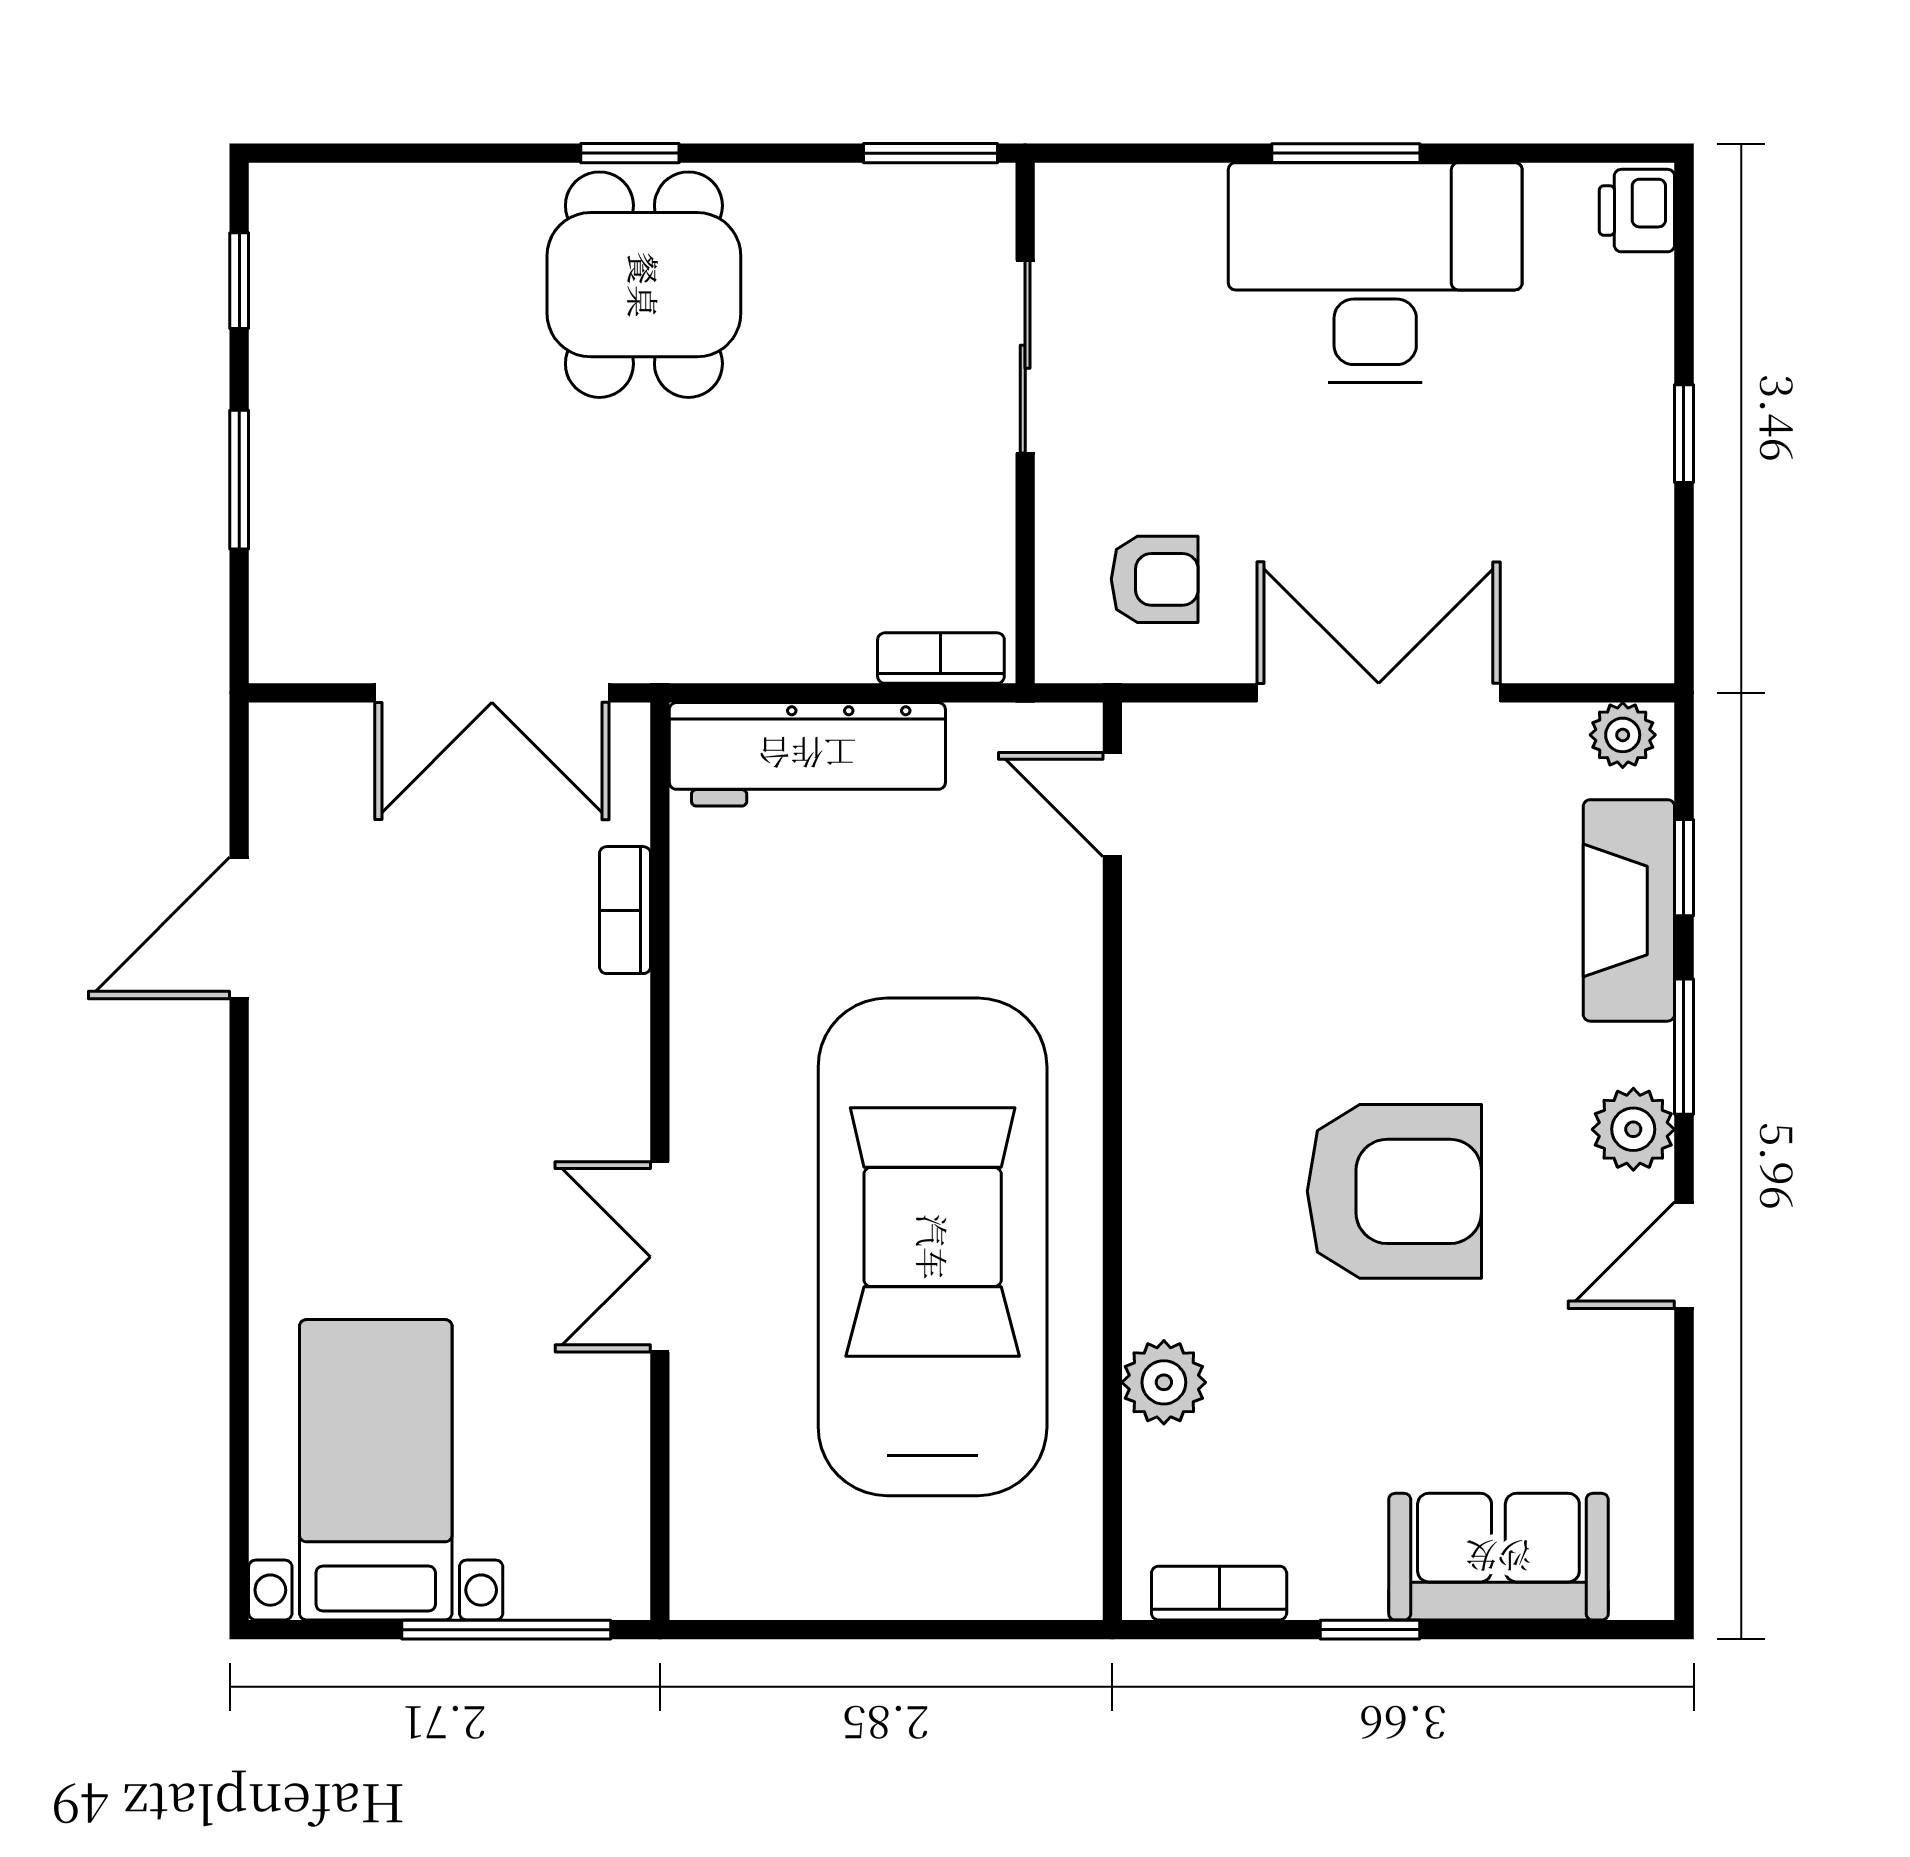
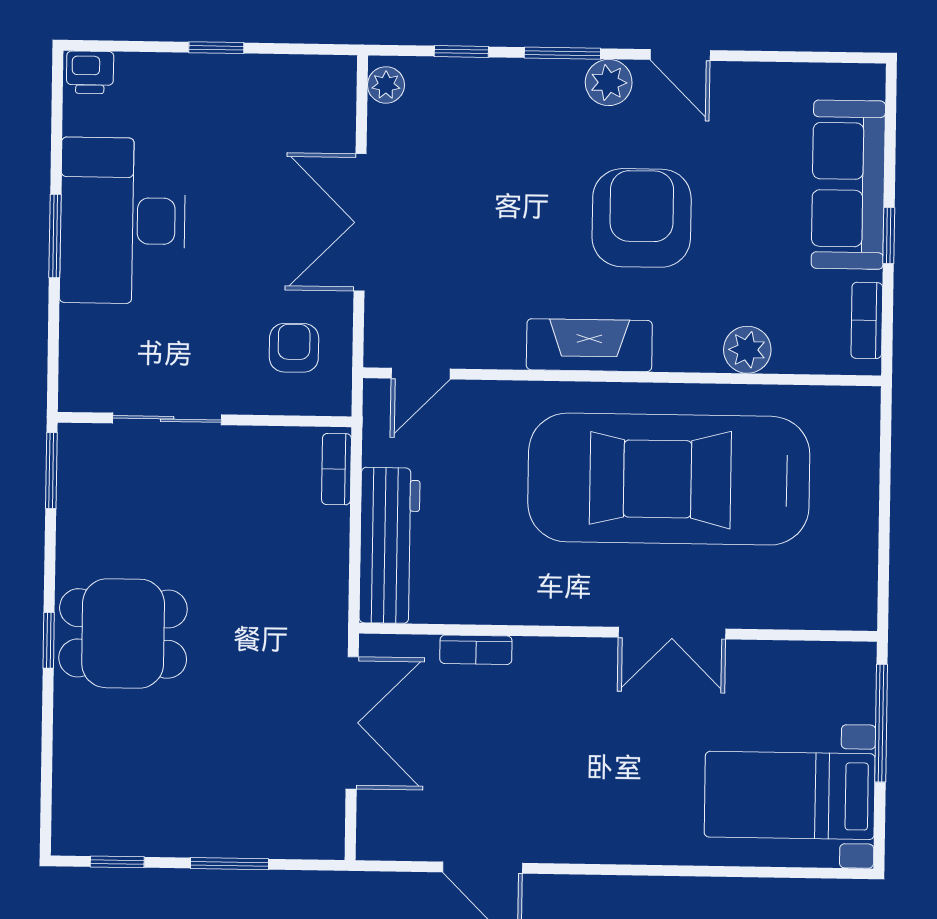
fireplace: (1629, 910) -> (589, 345), moved, turned 180
sofa: (1498, 1557) -> (848, 185), width x1.36

